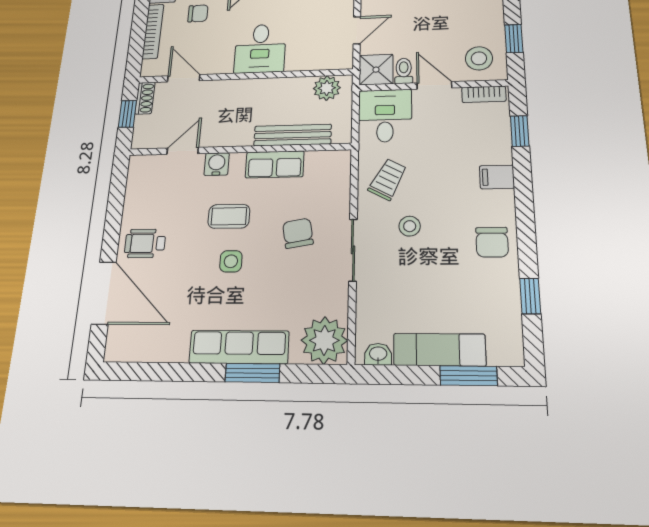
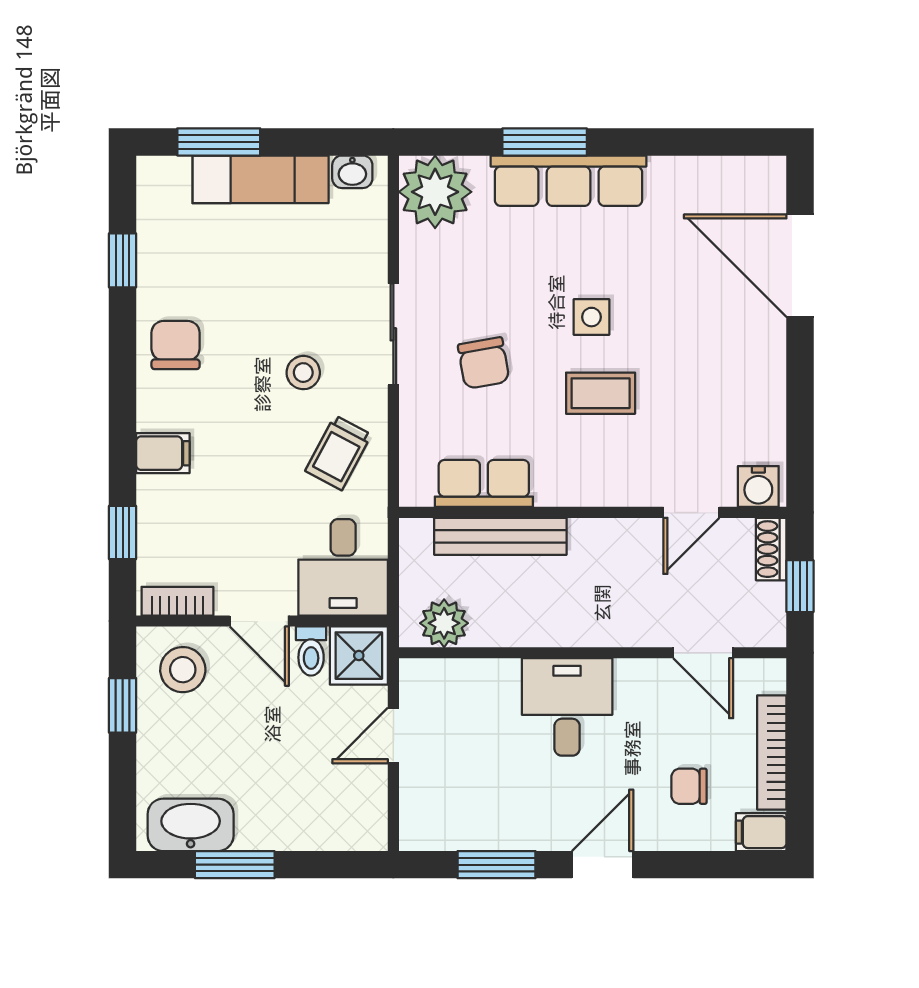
shoe rack: (145, 98) -> (771, 549), moved
water cooler: (217, 164) -> (758, 486), moved
row of seats: (275, 164) -> (484, 483), moved
wheelchair: (145, 243) -> (740, 348), removed

